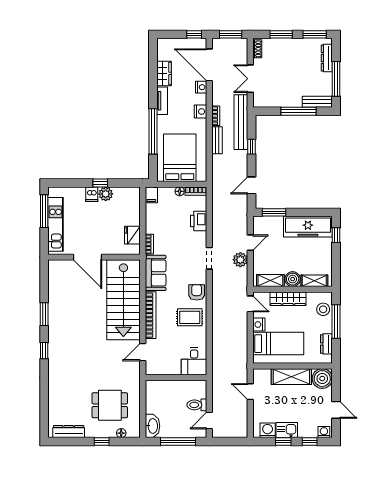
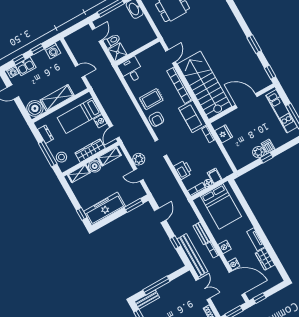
window: (153, 131) -> (250, 214), removed
filing cabinet: (151, 195) -> (215, 176), moved
door: (250, 243) -> (138, 175), hinge flipped
door: (250, 304) -> (114, 132), hinge flipped
window: (44, 351) -> (270, 72), moved
shower: (198, 389) -> (118, 52), added
kitchen sink: (287, 430) -> (26, 66), moved

